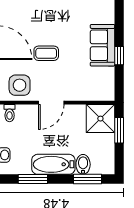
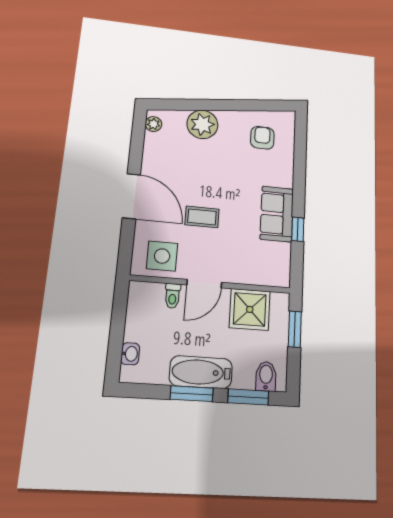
toilet: (10, 113) -> (173, 296), moved
shower: (100, 119) -> (250, 309), moved
bidet: (83, 164) -> (266, 376), moved
window: (33, 179) -> (192, 394), moved

